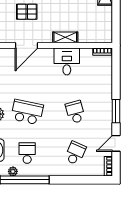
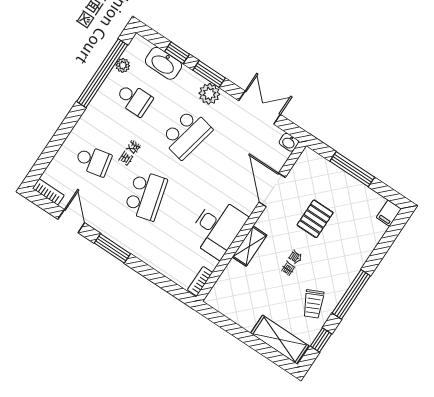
desk: (67, 61) -> (217, 228), width x1.37
school desk: (75, 112) -> (146, 196), width x1.85
school desk: (75, 153) -> (93, 161), turned -36

